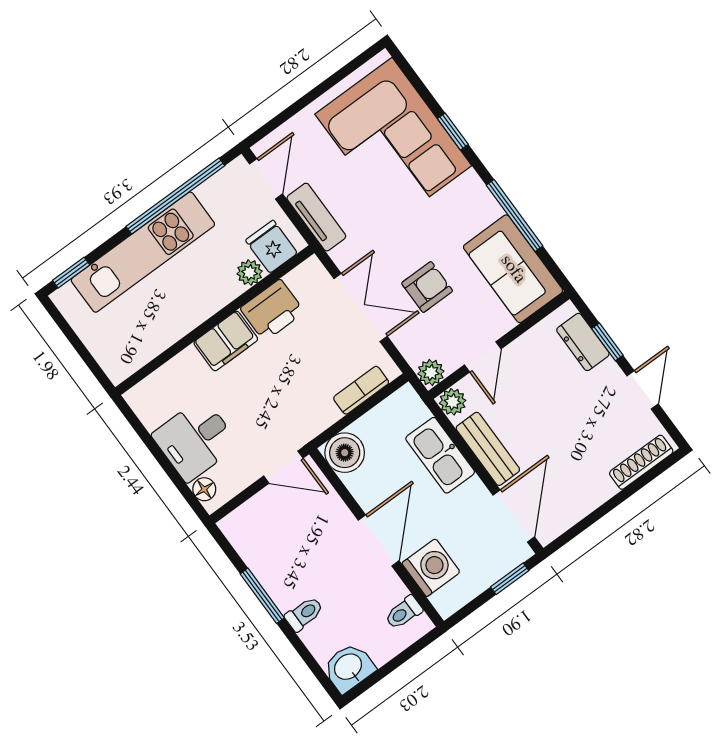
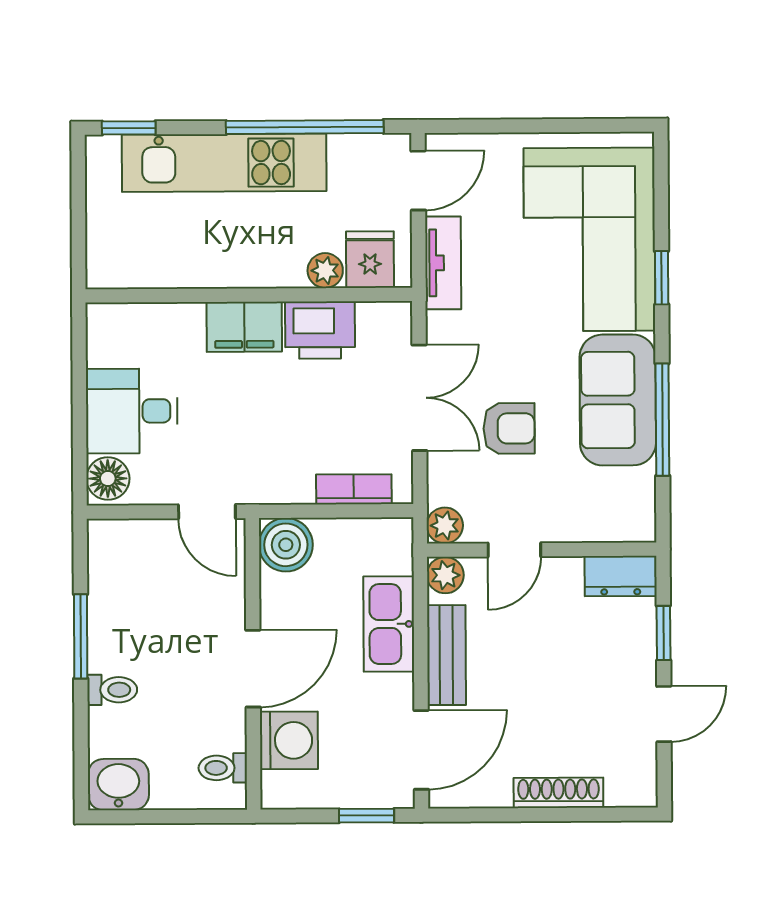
sofa: (513, 269) -> (618, 400), moved
dresser: (583, 342) -> (621, 576), moved, turned -90
shoe rack: (641, 462) -> (558, 793), moved
floor lamp: (204, 489) -> (108, 479), width x1.37, depth x1.37

